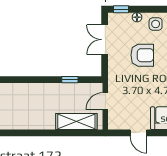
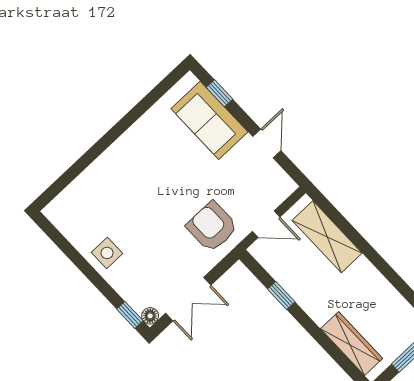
floor lamp: (137, 17) -> (150, 316), moved
armchair: (142, 55) -> (212, 227), moved
wardrobe: (23, 90) -> (352, 344), added

